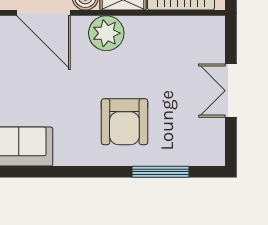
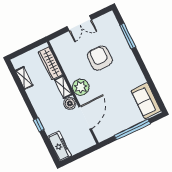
armchair: (124, 122) -> (100, 58), moved, turned -90

